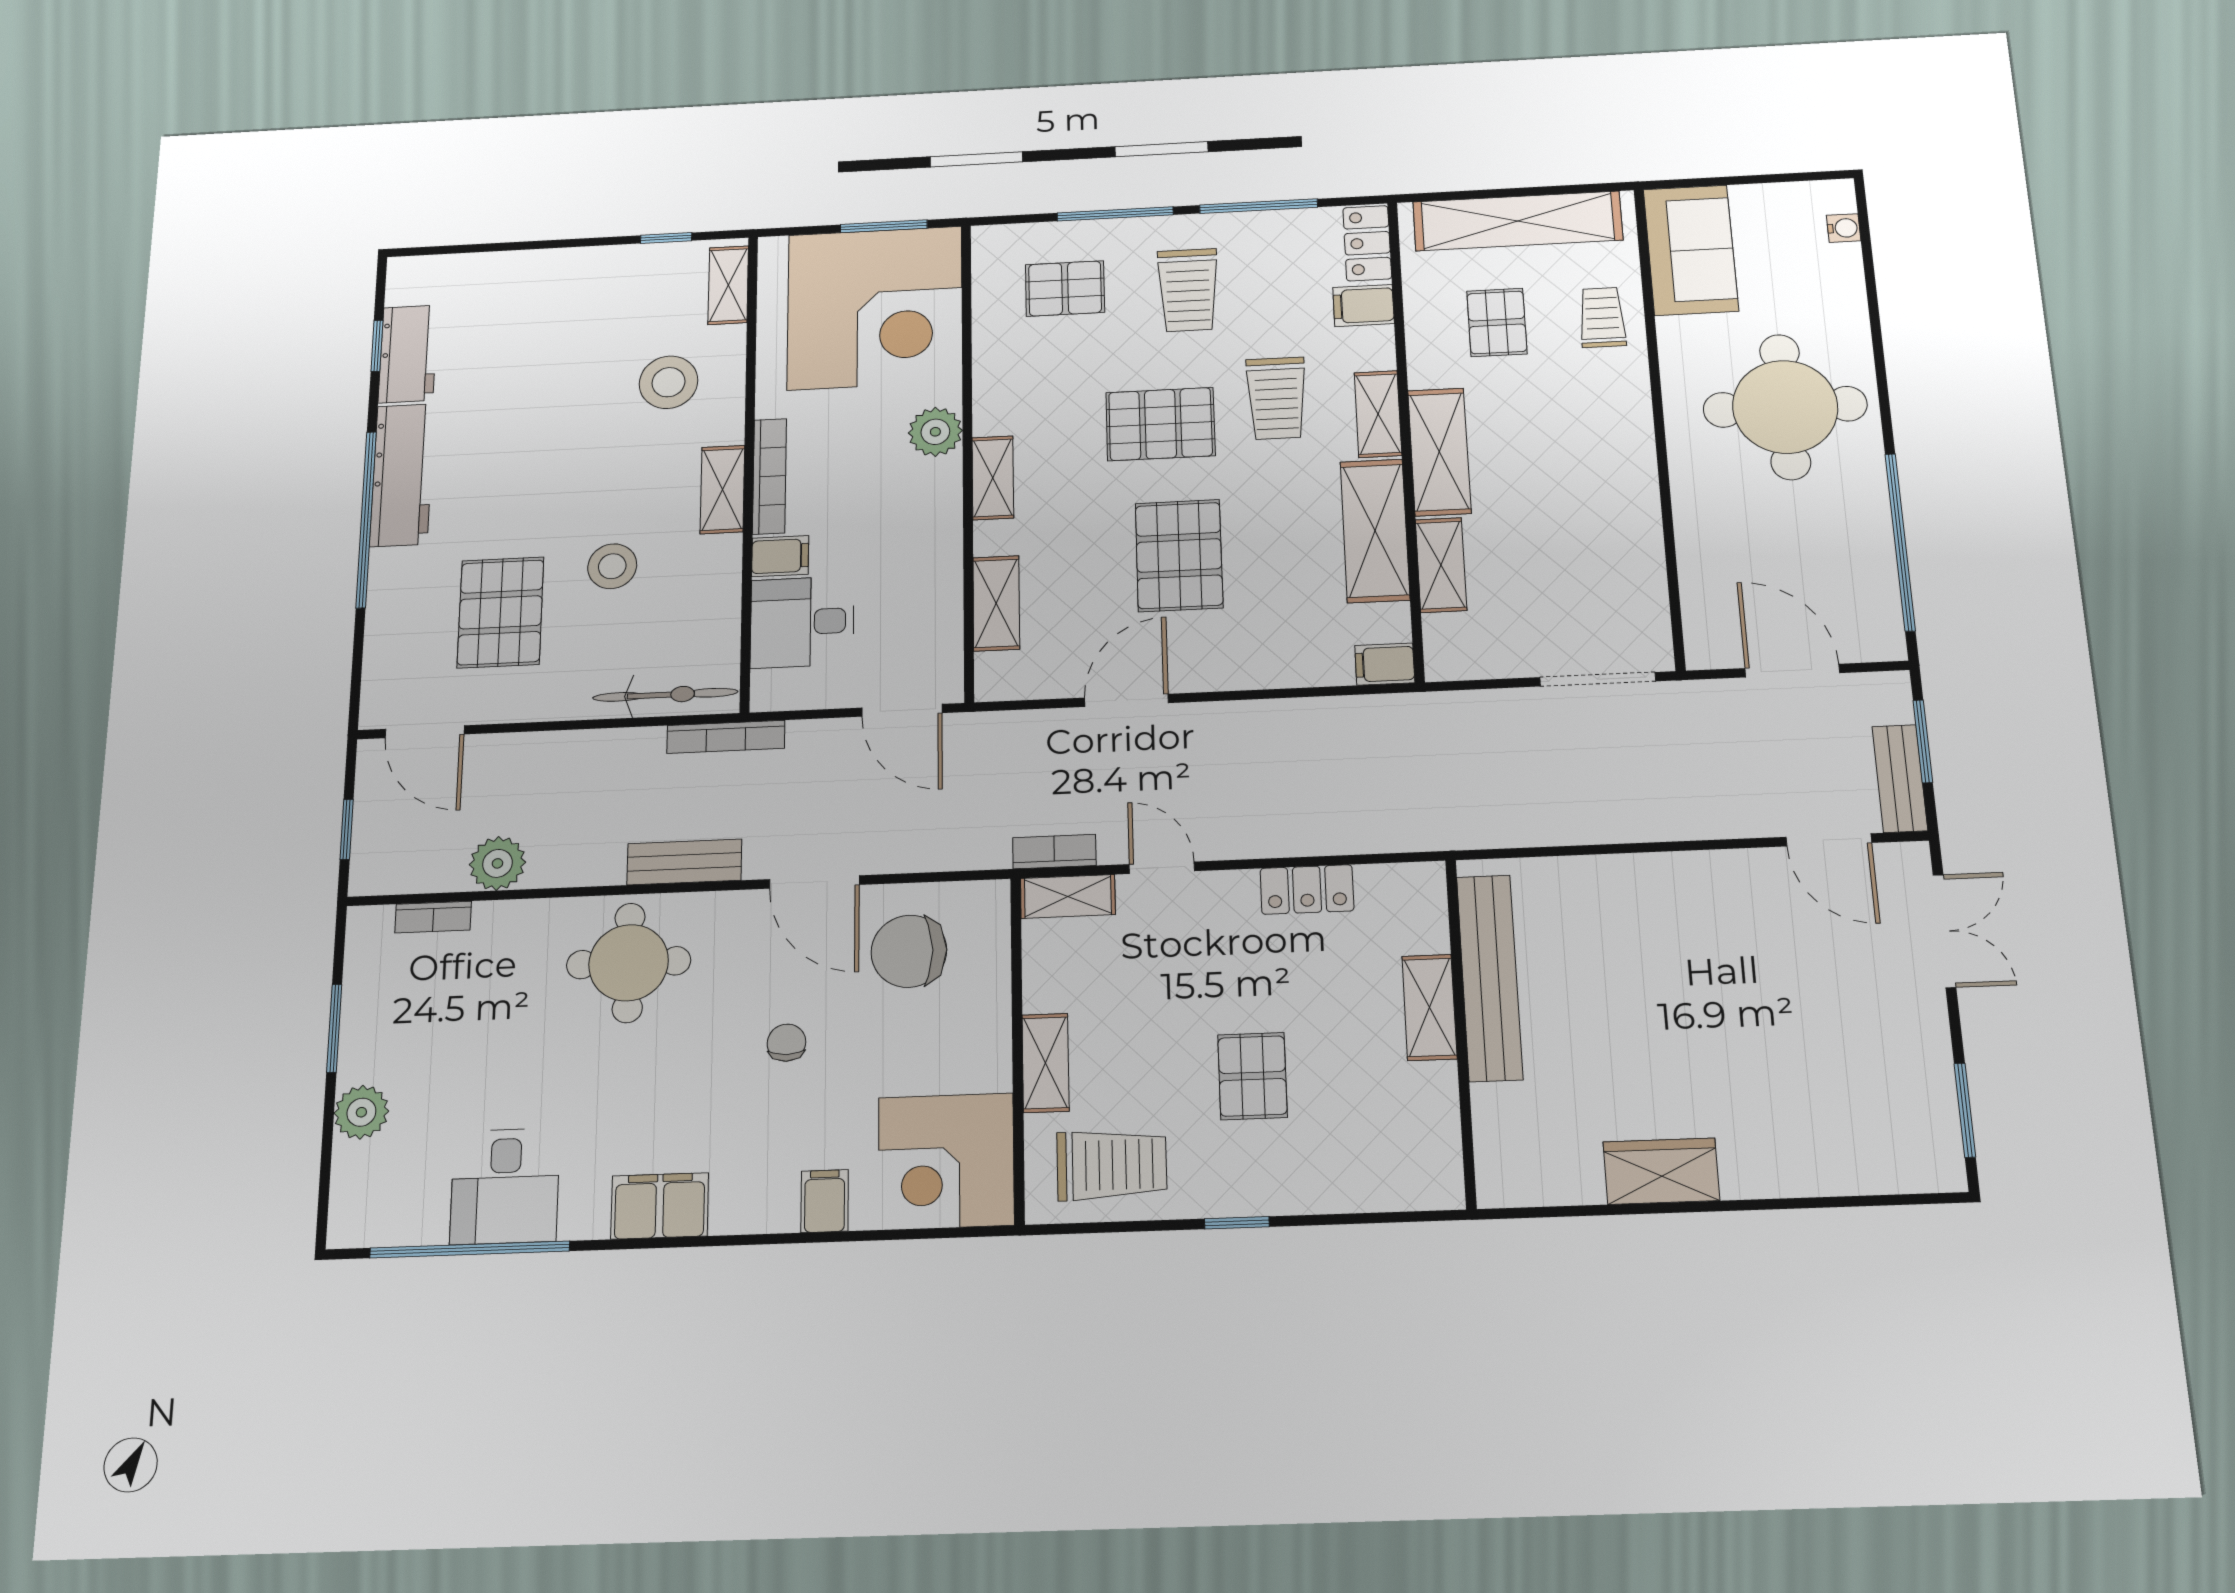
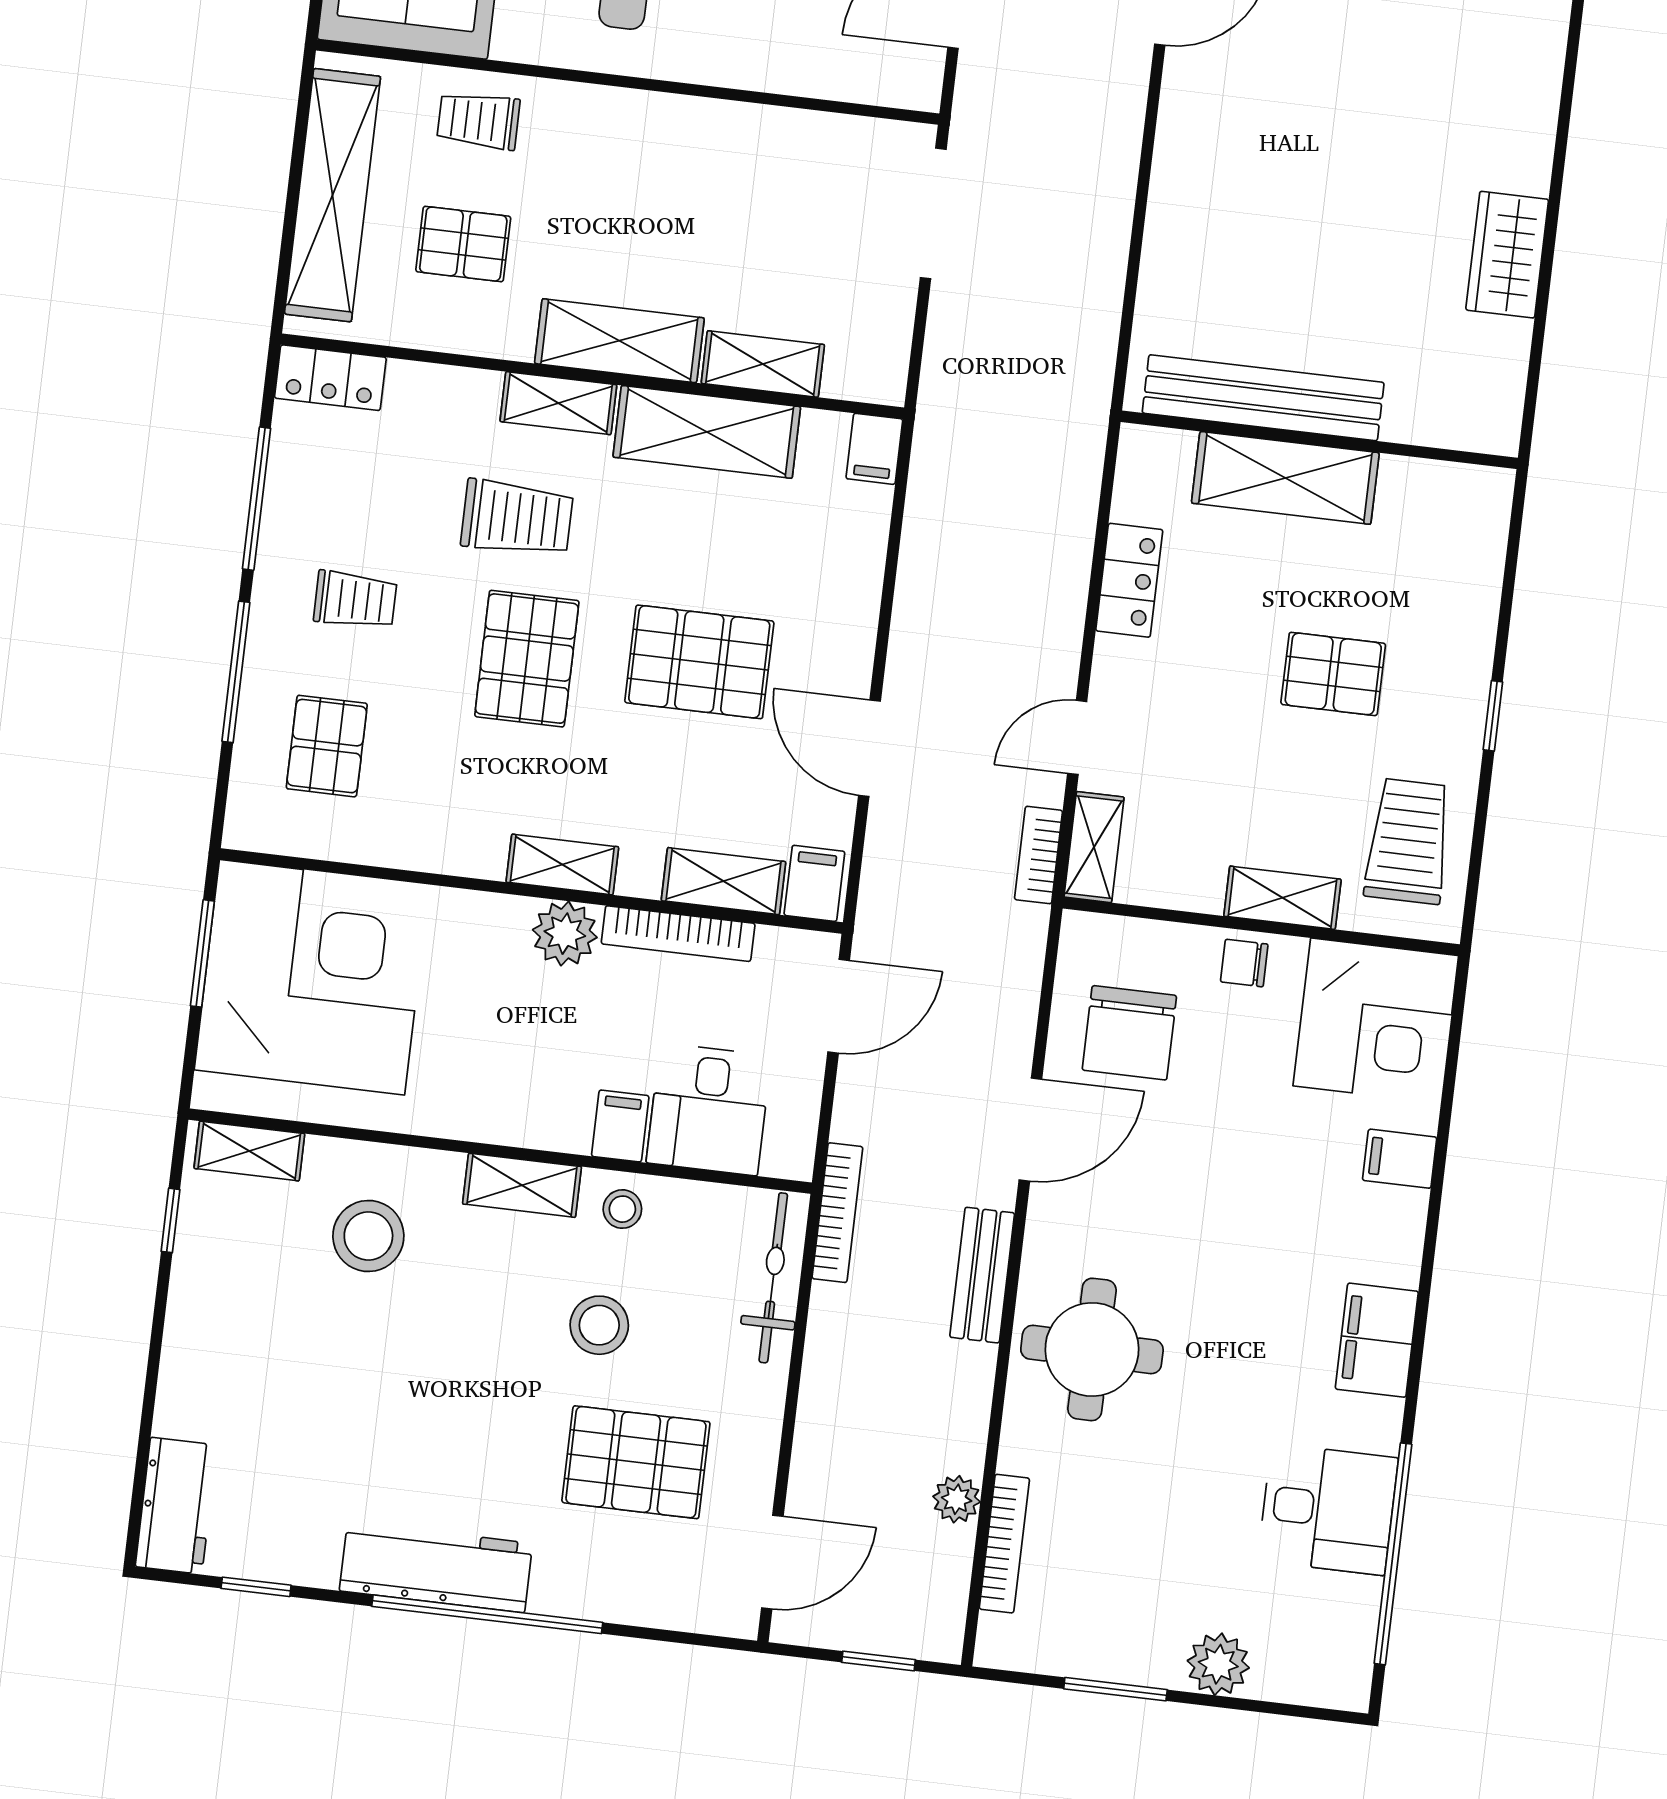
trolley: (1188, 290) -> (355, 600), width x0.73, depth x0.72
filing cabinet: (1363, 306) -> (814, 883), moved, turned 180
workbench: (408, 354) -> (176, 1506), moved, turned 90
plant: (935, 432) -> (565, 934), moved
bookcase: (769, 476) -> (678, 934), moved, turned 180
stool: (711, 569) -> (622, 1209), added
plant: (497, 863) -> (957, 1499), width x0.73, depth x0.73
bookcase: (433, 917) -> (1004, 1544), width x1.56
shelving: (1429, 1007) -> (1285, 478), width x1.50, depth x1.33
chair: (786, 1043) -> (1244, 963), moved

